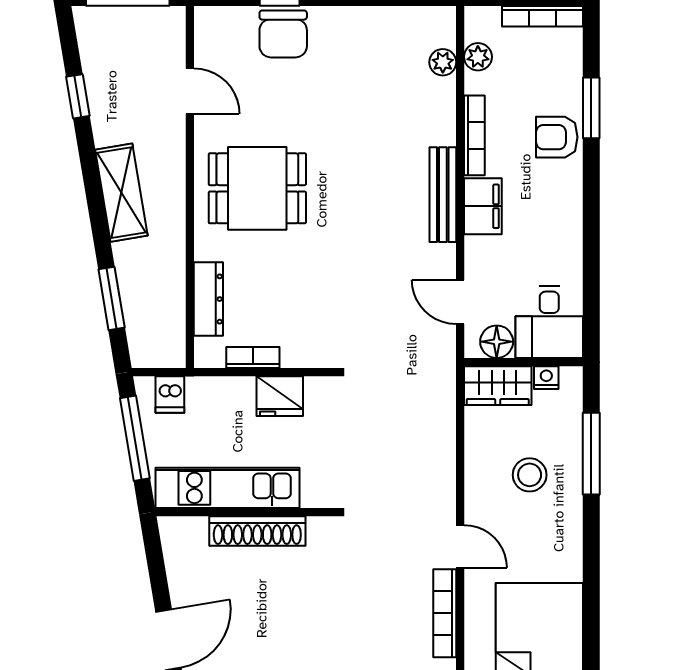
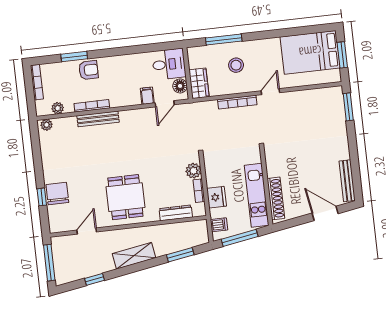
chair: (283, 34) -> (57, 194), turned -90
plant: (443, 62) -> (46, 125), moved
armchair: (557, 137) -> (89, 70), turned -90
bench: (443, 195) -> (98, 119), moved
filing cabinet: (483, 206) -> (147, 96), moved, width x0.50
plant: (300, 350) -> (193, 171), added
nightstand: (546, 378) -> (193, 63), removed
fridge: (280, 396) -> (217, 197), moved
shoe rack: (257, 531) -> (276, 198), moved
bookcase: (445, 613) -> (237, 102), moved

